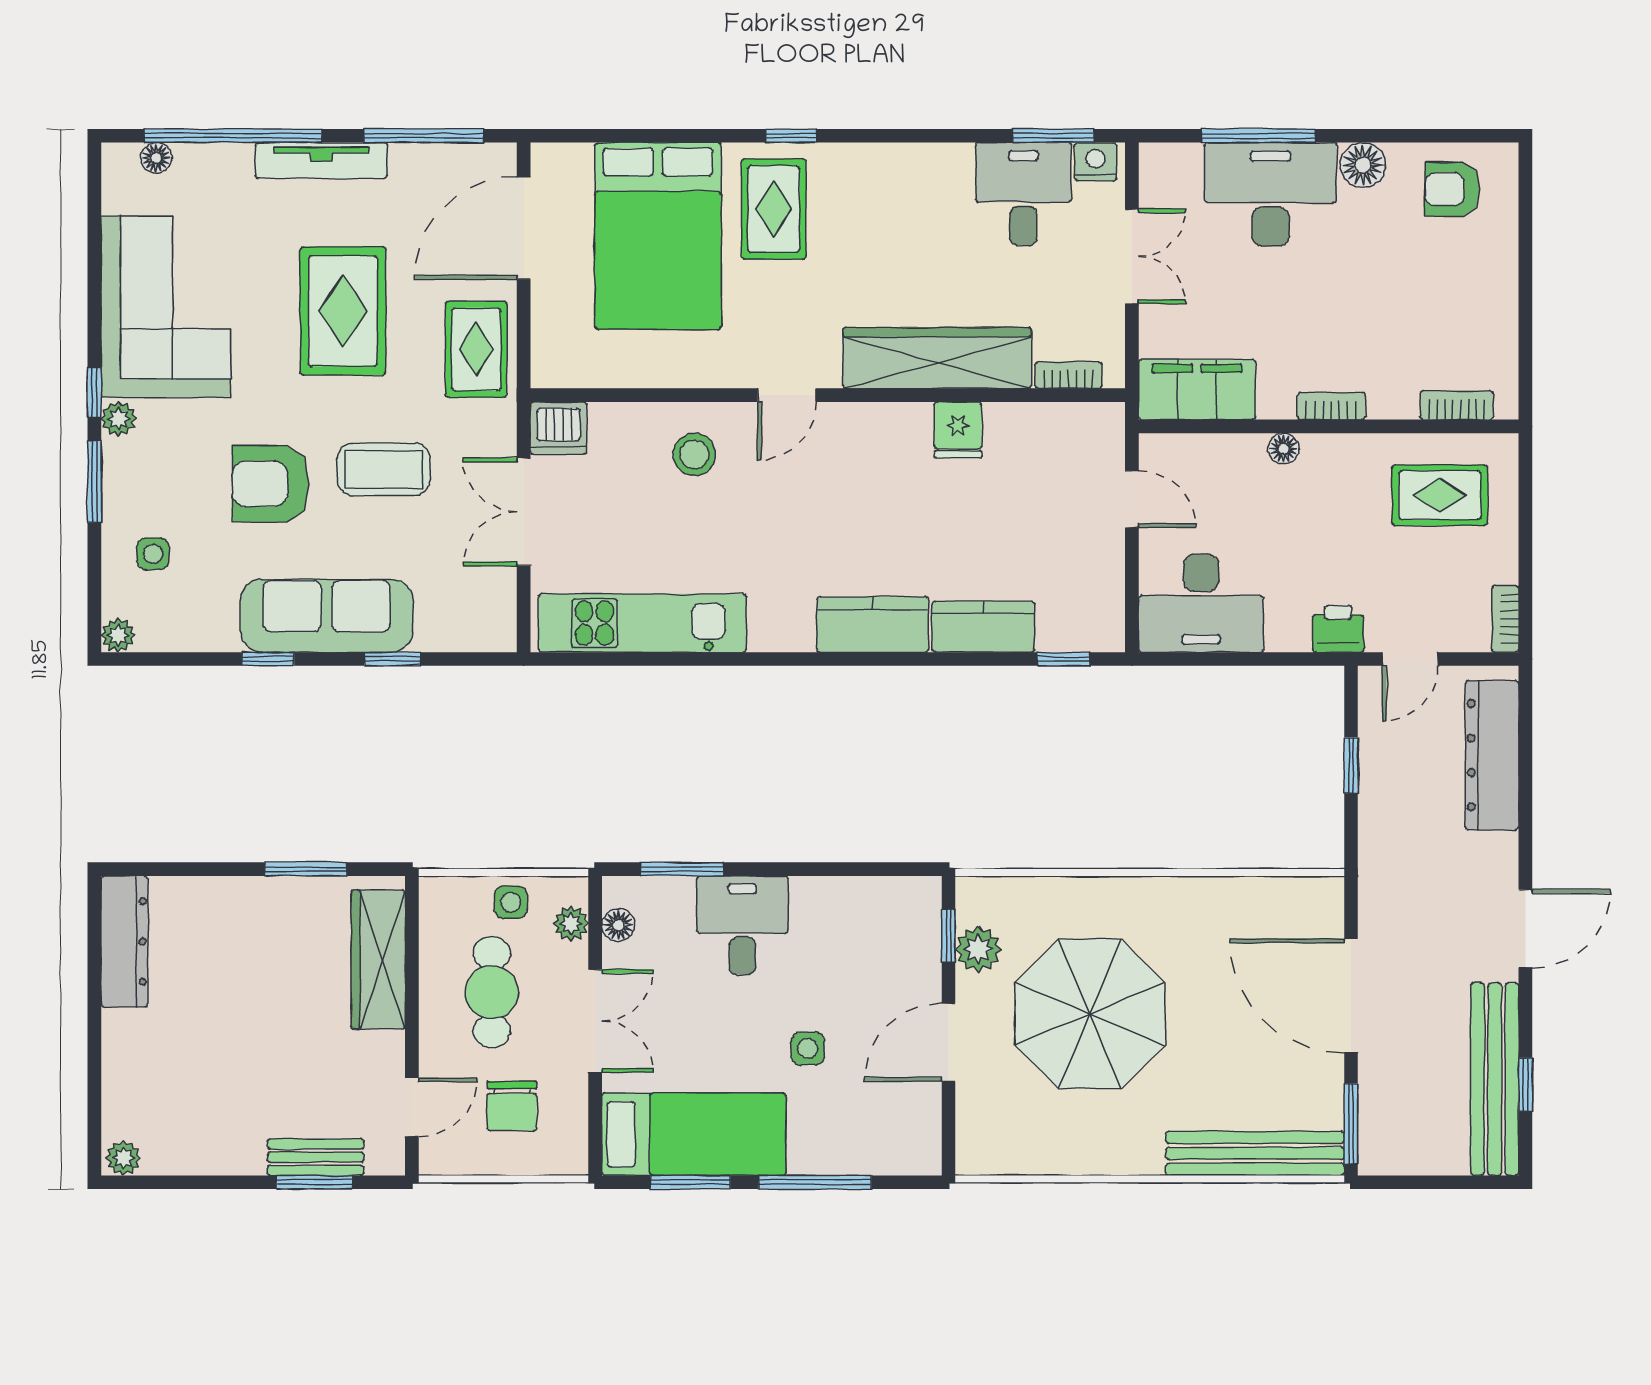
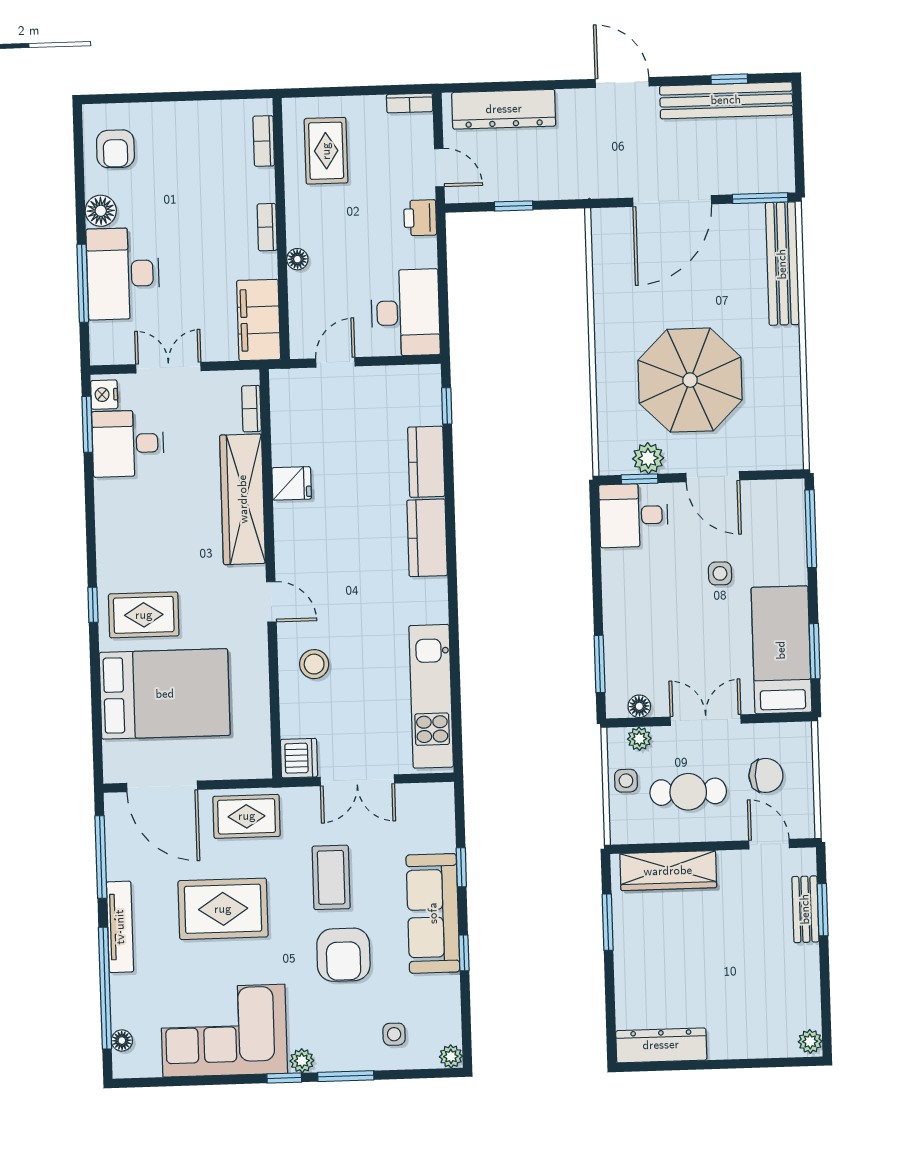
desk: (742, 925) -> (633, 515), moved
window: (815, 1182) -> (811, 529), moved

